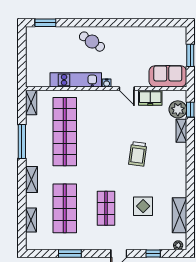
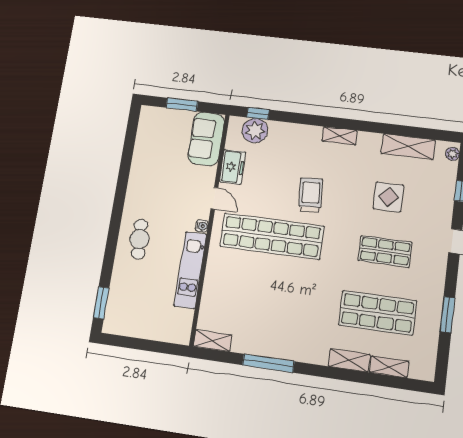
cafe table: (92, 42) -> (139, 239), turned -37
door: (127, 89) -> (214, 198), hinge flipped
shelving: (181, 131) -> (340, 136), moved
shop shelf: (65, 132) -> (272, 236), moved
trolley: (138, 154) -> (311, 195), turned -102
shelving: (31, 179) -> (349, 360), moved

